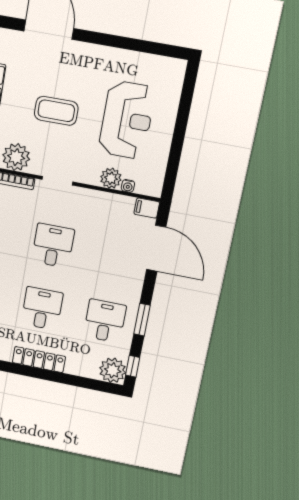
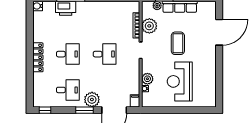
reception desk: (127, 120) -> (180, 81), turned 90
window: (142, 320) -> (84, 110), moved
plant: (113, 370) -> (92, 100), moved

